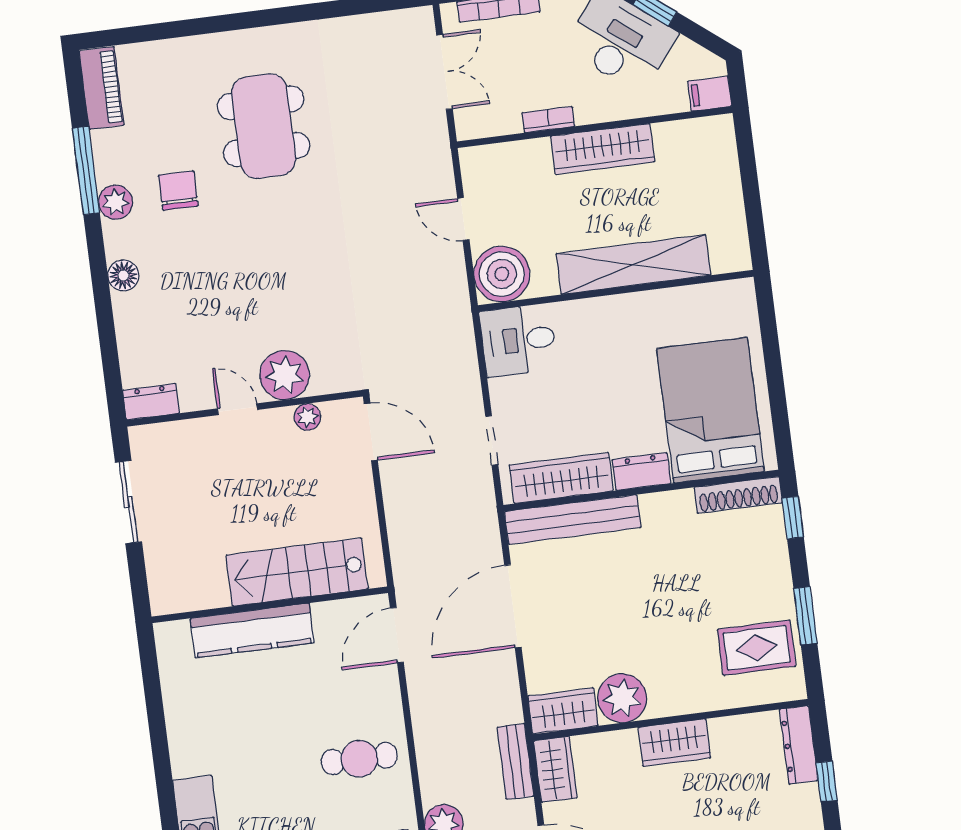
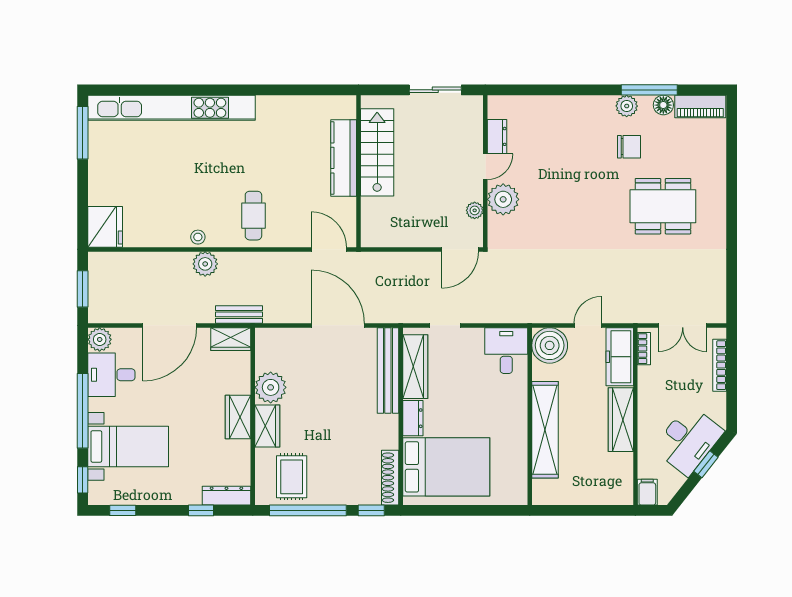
bookcase: (548, 120) -> (644, 349), moved
freezer: (505, 163) -> (620, 357), added
floor lamp: (123, 275) -> (663, 105), moved
dresser: (151, 402) -> (497, 136), moved
stairs: (297, 572) -> (377, 152), moved
window: (805, 616) -> (308, 510), width x2.11
wardrobe: (563, 711) -> (267, 426), moved

